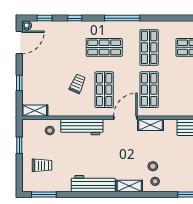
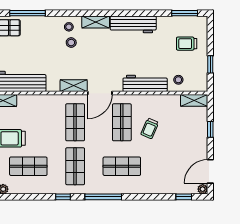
window: (75, 18) -> (63, 197), moved

